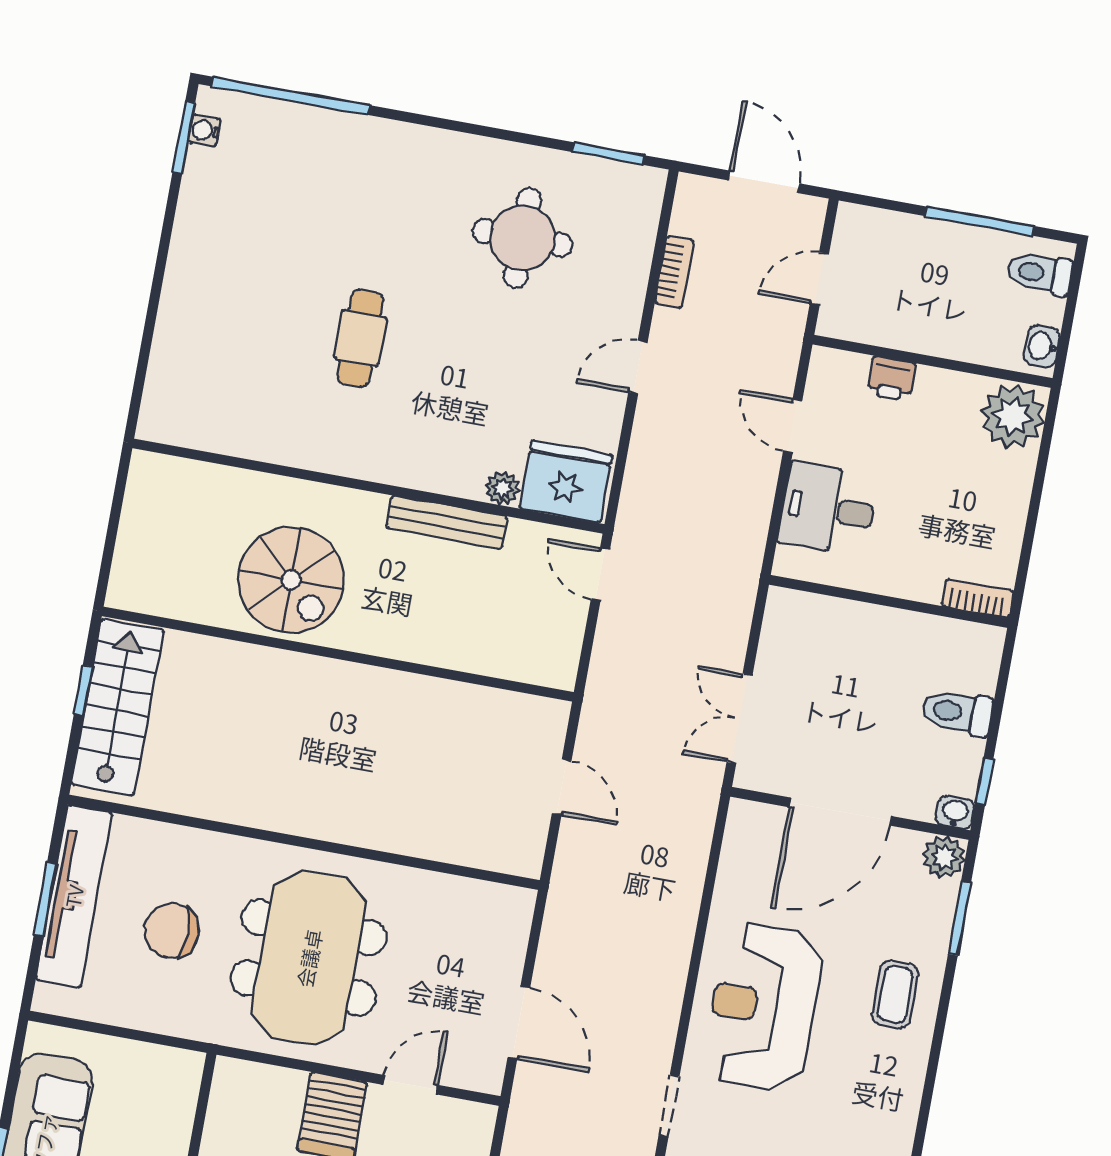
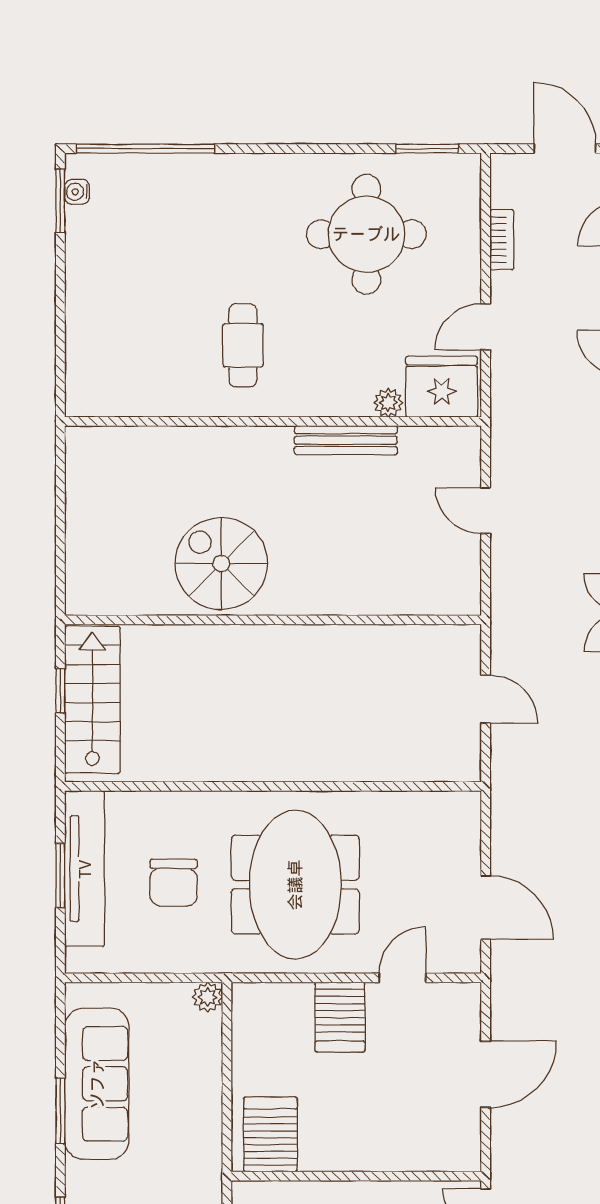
round table: (522, 238) -> (366, 234), width x1.36, depth x1.36
fridge: (566, 482) -> (442, 387), moved
wall: (368, 486) -> (273, 421), moved
plant: (502, 489) -> (388, 403), moved
bench: (447, 522) -> (346, 440), moved
spiral stairs: (291, 580) -> (221, 563), turned 180
chair: (172, 931) -> (174, 883), turned -90
plant: (187, 1067) -> (208, 997), added

